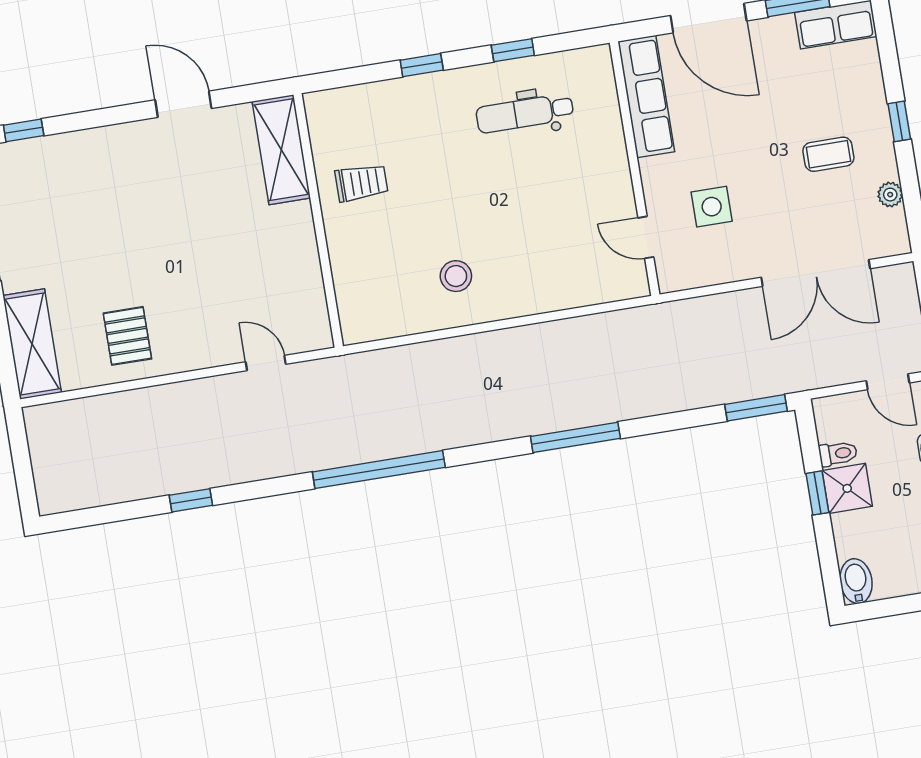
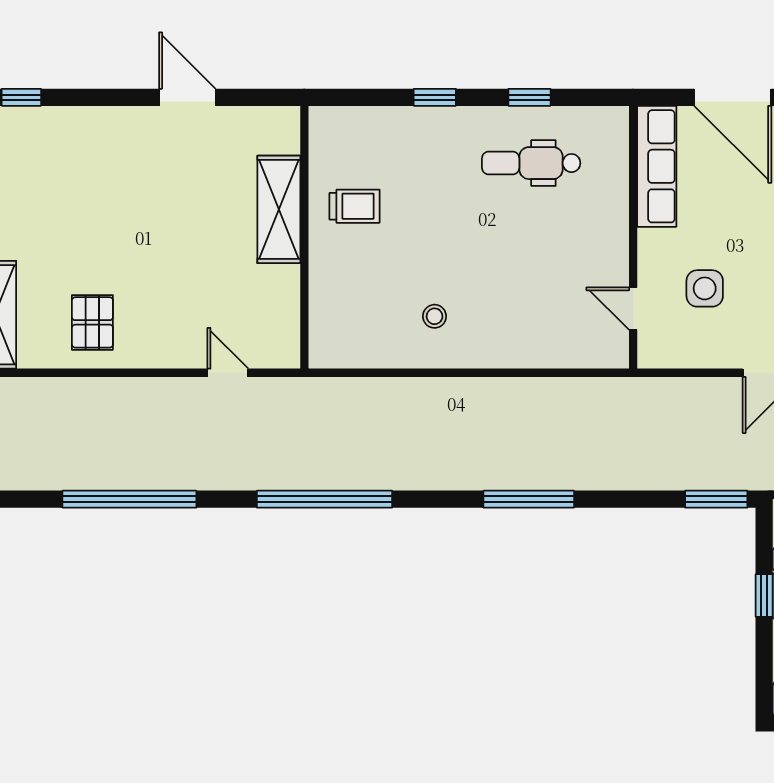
shelving: (281, 150) -> (279, 209), moved
stool: (456, 276) -> (435, 316), width x0.73, depth x0.73
window: (191, 500) -> (129, 499), width x3.17

